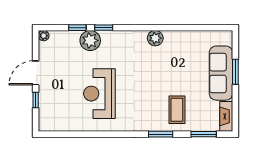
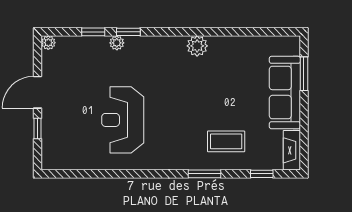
plant: (90, 40) -> (117, 43), width x0.53, depth x0.53
window: (235, 72) -> (304, 74), moved
coffee table: (177, 110) -> (226, 141), turned 90
window: (204, 134) -> (262, 174), width x0.67

